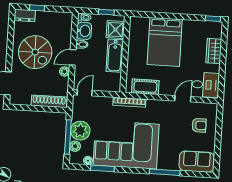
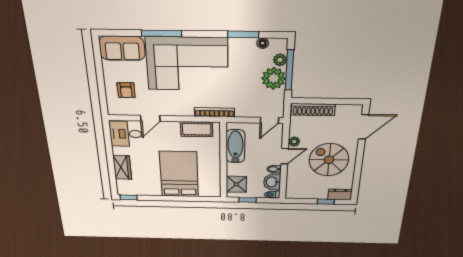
bathtub: (115, 56) -> (235, 146), moved
armchair: (199, 125) -> (126, 90), turned -91
corner sofa: (126, 145) -> (187, 64), moved

